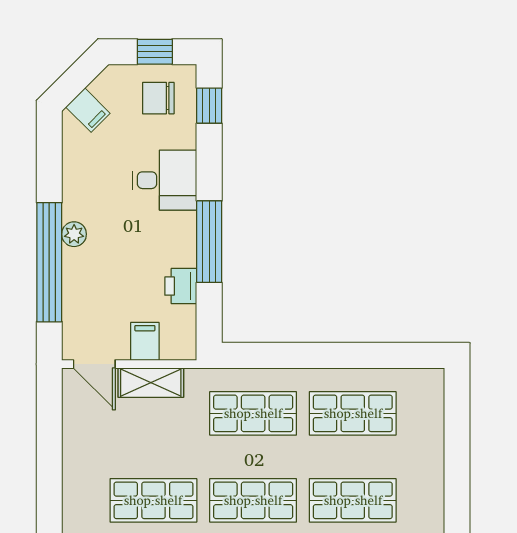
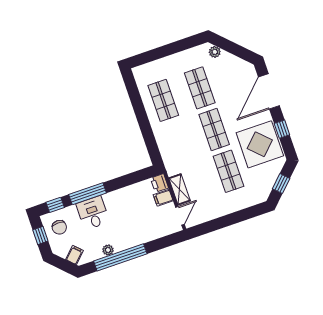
plant: (74, 234) -> (108, 250), moved
window: (209, 242) -> (88, 194), moved
window: (49, 262) -> (120, 257), moved
printer: (181, 286) -> (159, 183), moved, turned 90
shop shelf: (253, 413) -> (178, 142), removed

